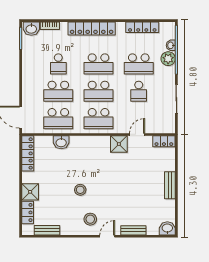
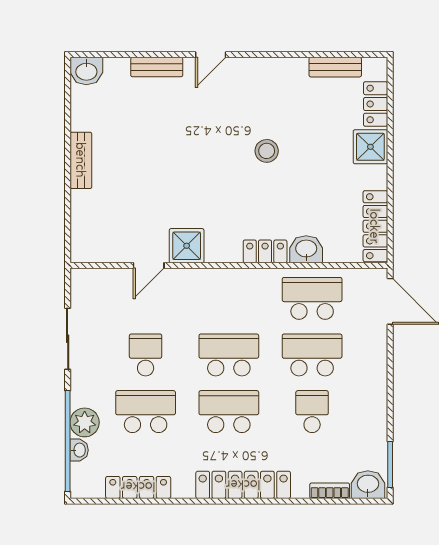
school desk: (98, 119) -> (229, 298), removed
locker: (164, 141) -> (265, 251), moved
stool: (90, 219) -> (246, 90), removed

